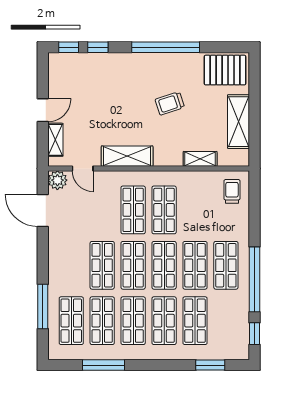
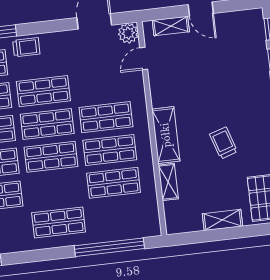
shelving: (238, 122) -> (223, 220), width x0.67, depth x0.75
shelving: (127, 156) -> (166, 135), moved
trolley: (232, 191) -> (26, 47), moved
shop shelf: (195, 265) -> (114, 183), moved
window: (254, 279) -> (109, 247), moved

